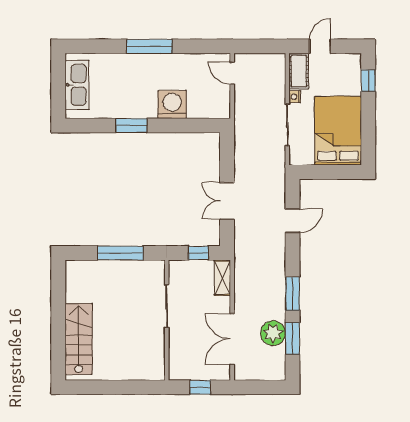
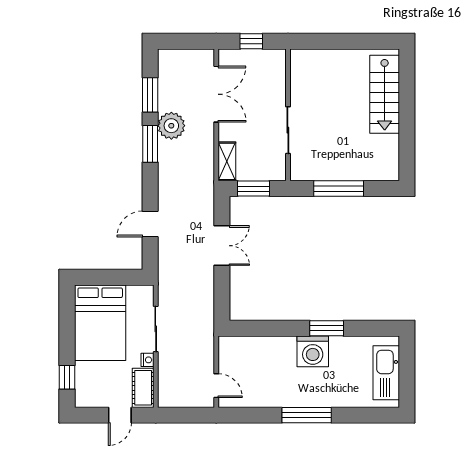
washing machine: (172, 104) -> (313, 351), moved
window: (198, 253) -> (254, 189), width x1.50
plant: (273, 333) -> (171, 126), moved

